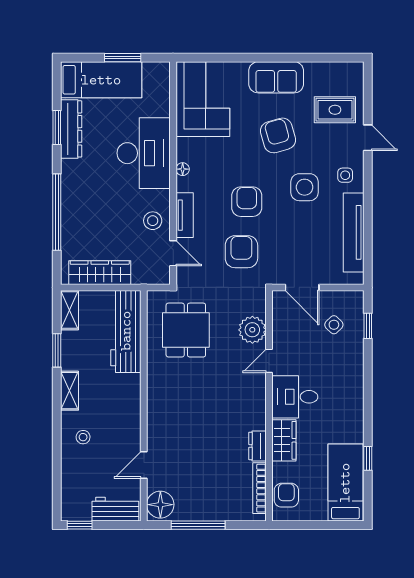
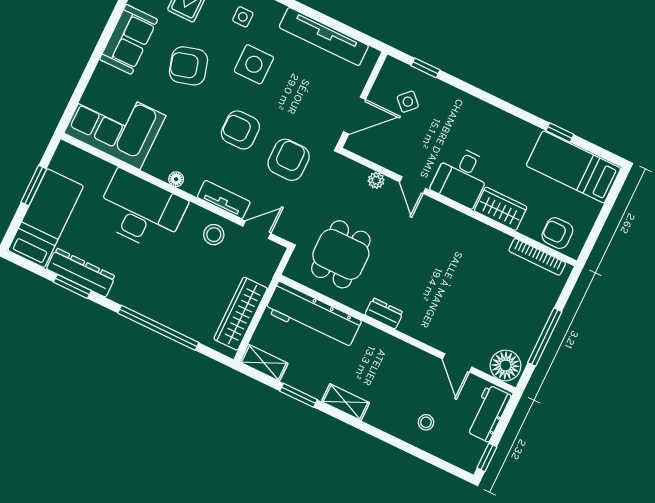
side table: (345, 175) -> (243, 17), moved
armchair: (241, 252) -> (289, 160), turned 90
dining table: (186, 330) -> (341, 254), turned 90
plant: (252, 330) -> (376, 180), width x0.53, depth x0.53
stool: (83, 437) -> (426, 422), moved
dresser: (257, 446) -> (384, 313), moved, turned 180

